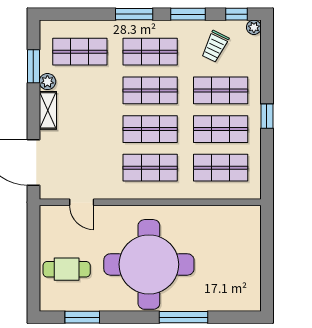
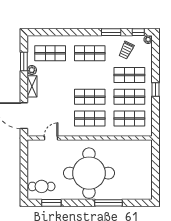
window: (134, 14) -> (81, 32), removed
shop shelf: (150, 90) -> (90, 75), removed
door: (82, 202) -> (51, 138), swing flipped
cafe table: (67, 269) -> (42, 186), moved

